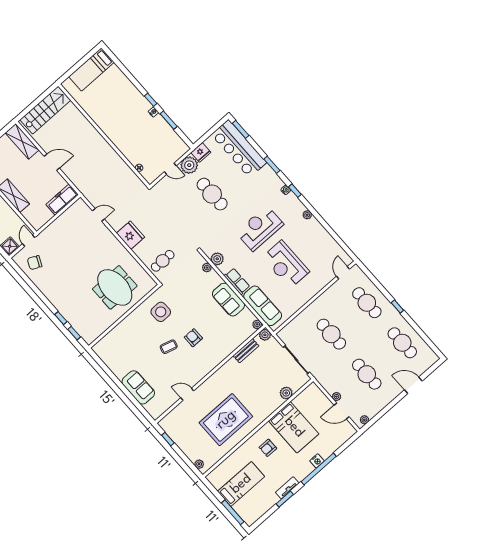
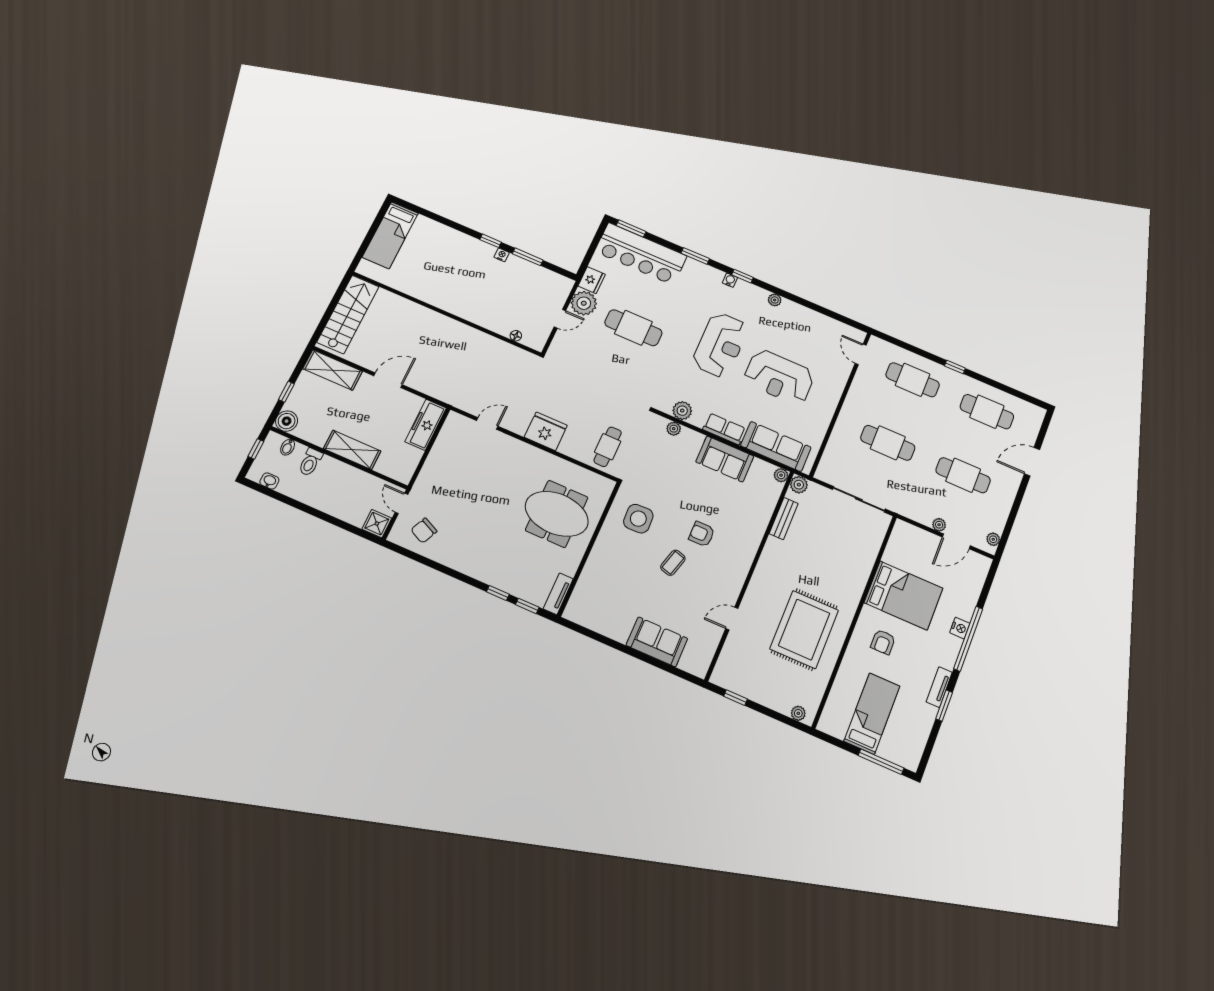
reception desk: (260, 228) -> (720, 345), turned 180
tv unit: (95, 334) -> (558, 594), added
plant: (286, 393) -> (869, 552), removed

